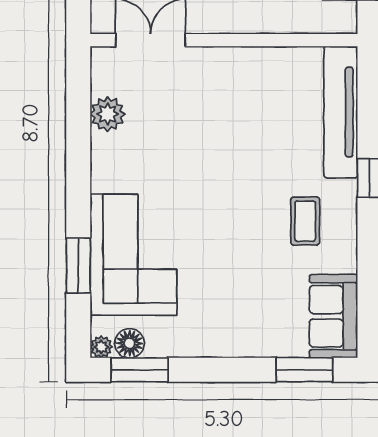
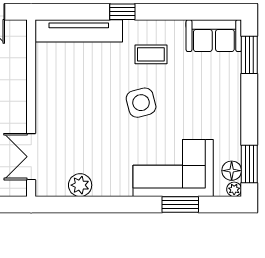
side table: (232, 206) -> (141, 103), added

